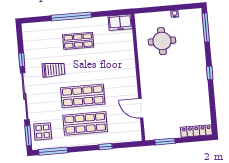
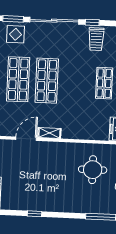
trolley: (53, 70) -> (96, 39), moved
window: (210, 73) -> (34, 214), moved
shelving: (132, 87) -> (49, 133), added

